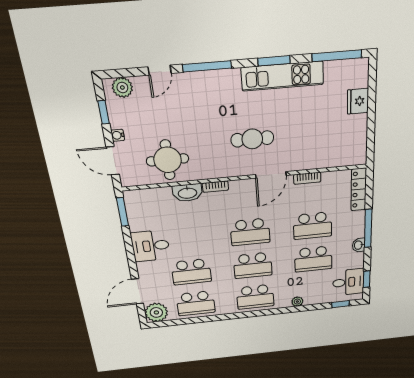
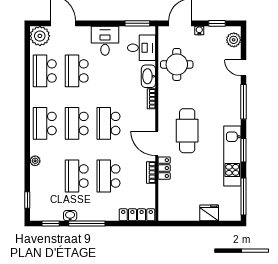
cafe table: (252, 139) -> (187, 131), width x1.37, depth x1.35
locker: (301, 163) -> (164, 168), added
window: (368, 228) -> (87, 224), moved
washbasin: (359, 245) -> (70, 216), moved
desk: (348, 282) -> (141, 48), moved, turned -90

